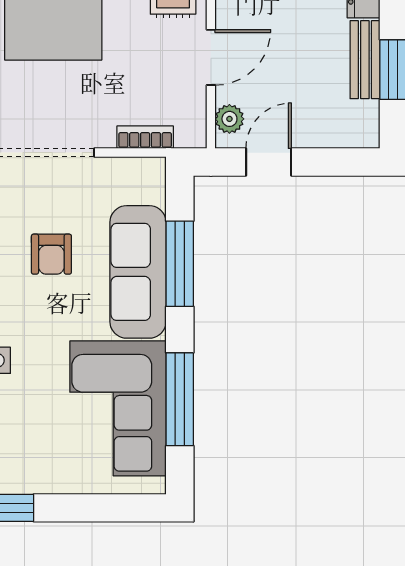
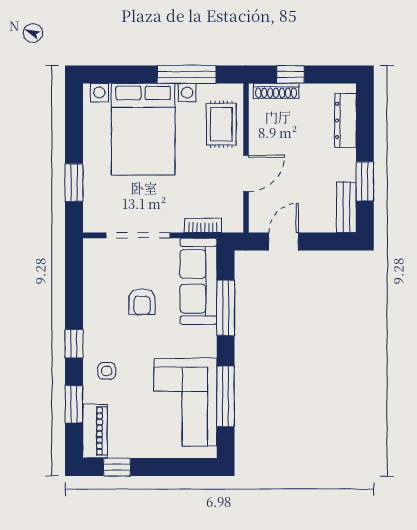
bench: (365, 60) -> (346, 207), moved
plant: (229, 119) -> (258, 213), removed
sofa: (138, 272) -> (198, 281), moved

